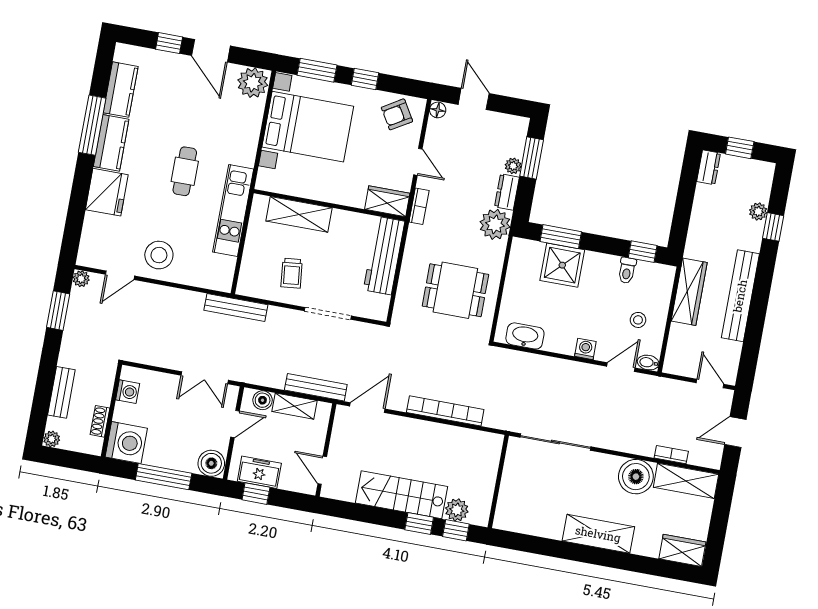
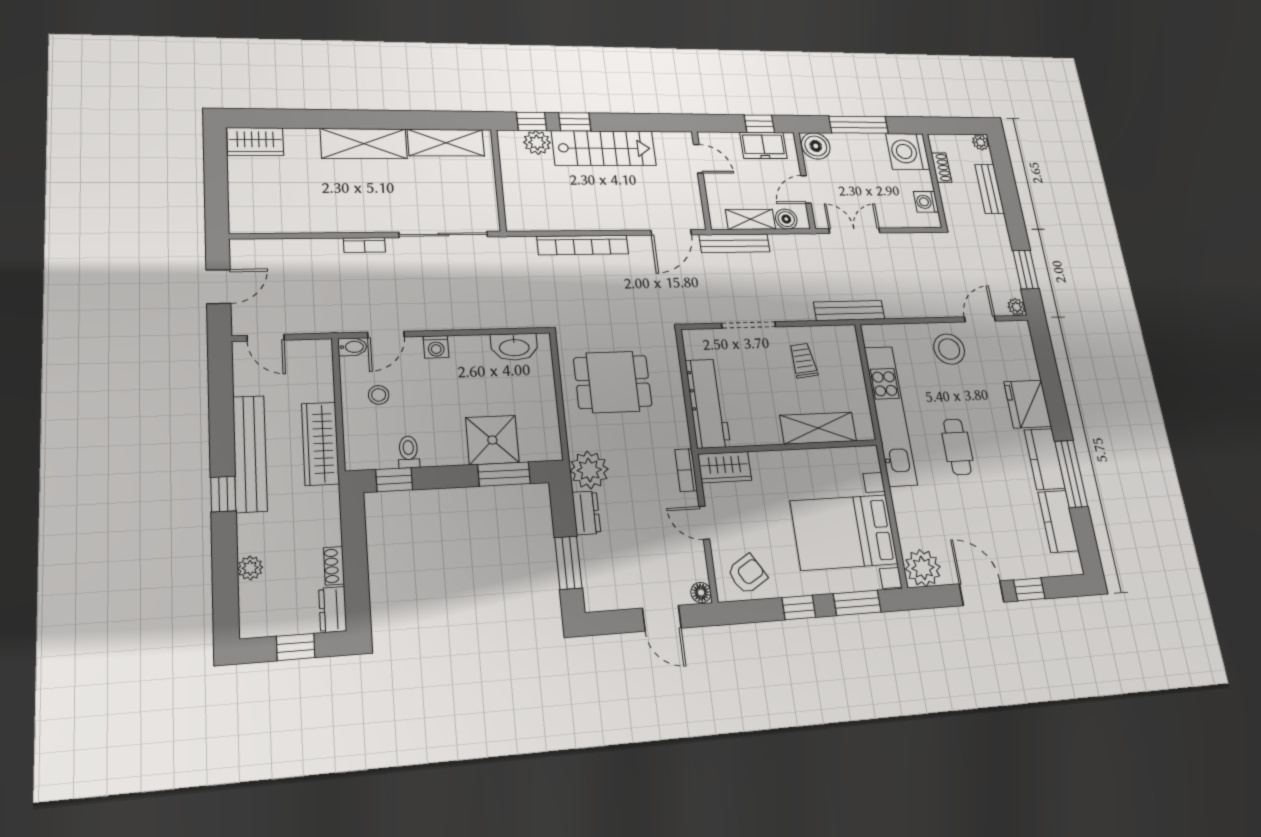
plant: (513, 166) -> (588, 547), removed
shoe rack: (701, 198) -> (334, 566), added
kitchen unit: (233, 211) -> (890, 415), width x1.36
window: (773, 227) -> (223, 494), moved
bookcase: (671, 455) -> (364, 245), moved
boiler: (636, 477) -> (334, 213), removed
shelving: (686, 481) -> (446, 143), moved

